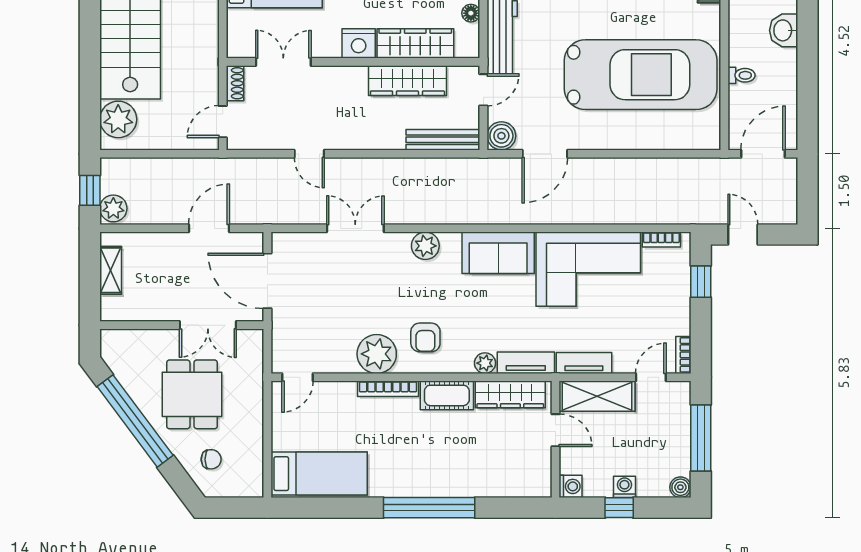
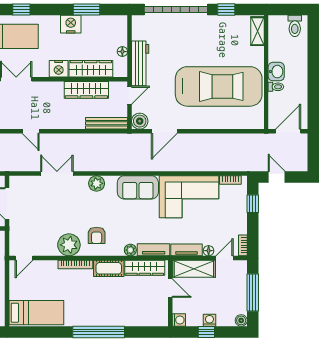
washbasin: (784, 30) -> (276, 72), moved, turned 180
floor lamp: (623, 364) -> (209, 251), added

